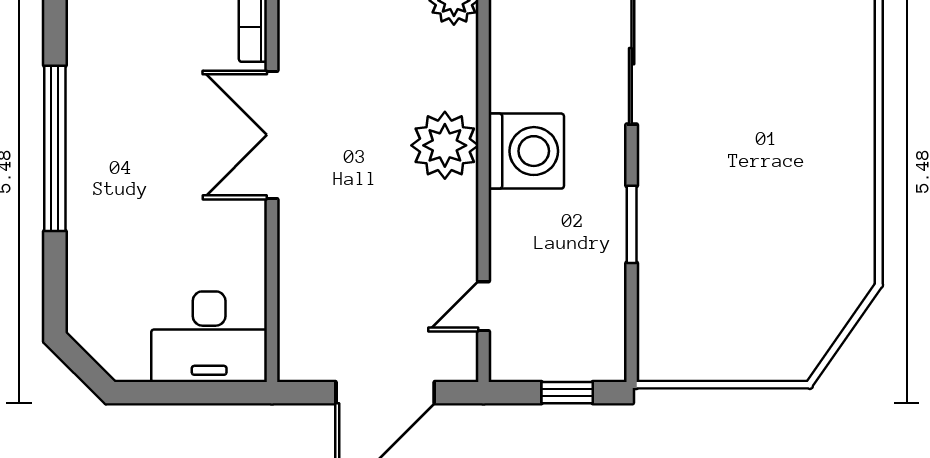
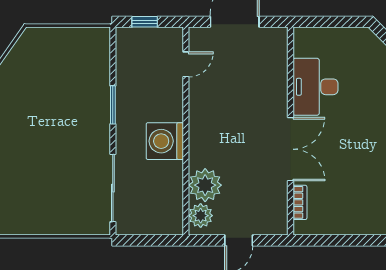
plant: (445, 145) -> (205, 185), moved
desk: (209, 337) -> (315, 87), moved, turned -90

